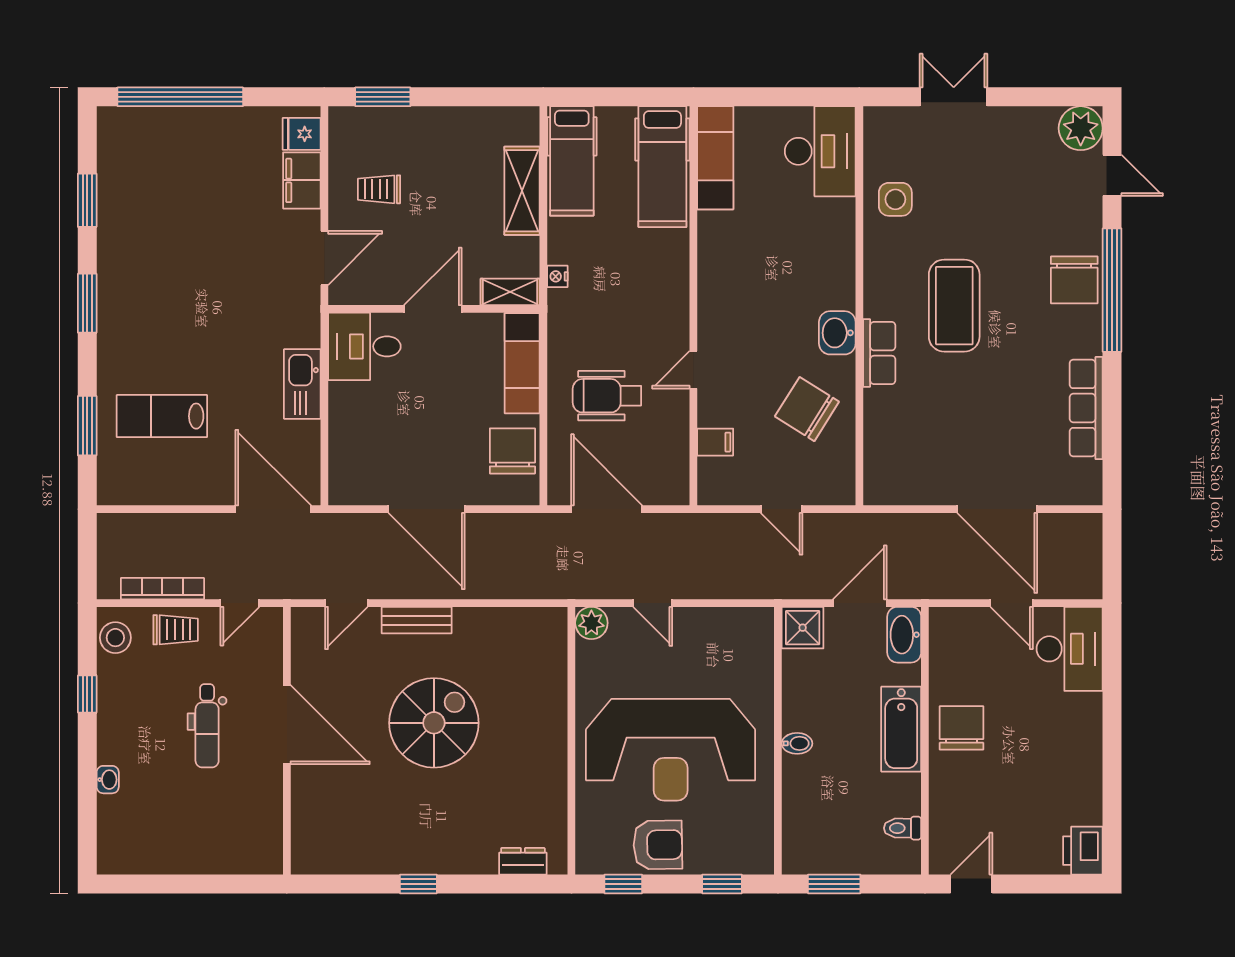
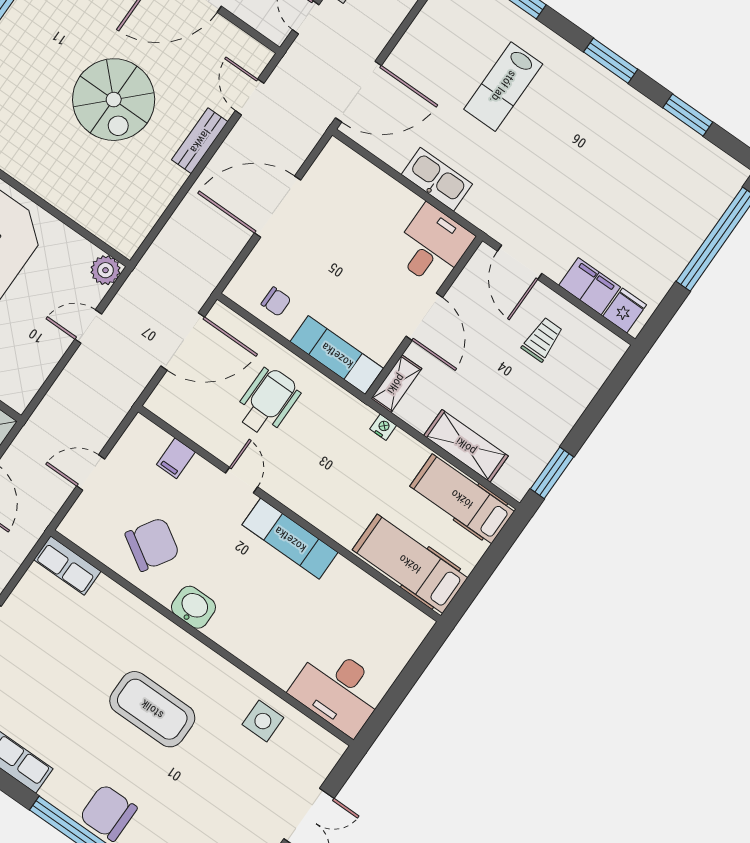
window: (383, 97) -> (552, 473), moved
exam couch: (715, 158) -> (290, 539), moved
row of seats: (879, 353) -> (67, 566), moved
lab bench: (162, 416) -> (503, 87), moved, turned 180
chair: (512, 451) -> (276, 302), width x0.54, depth x0.54

